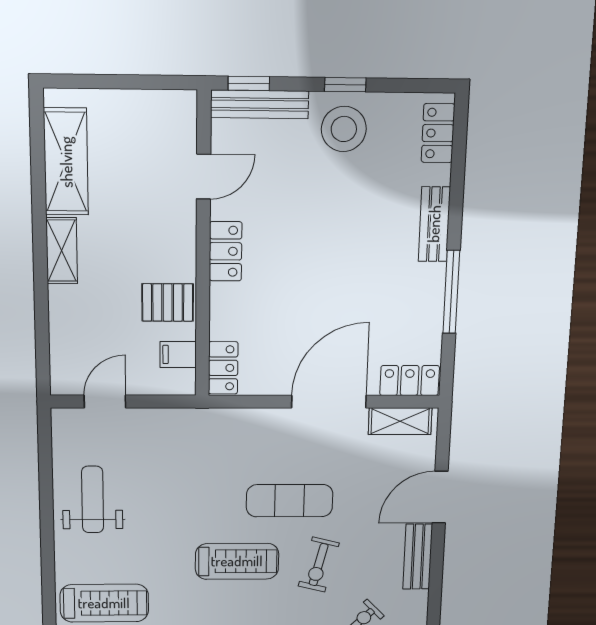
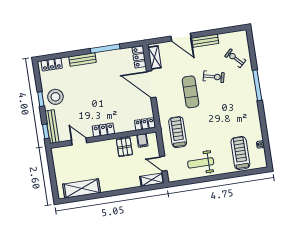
shelving: (62, 251) -> (152, 180), moved
treadmill: (237, 561) -> (178, 132), moved

